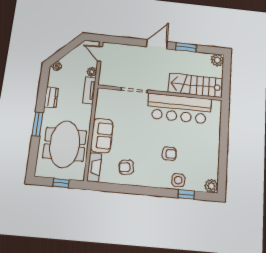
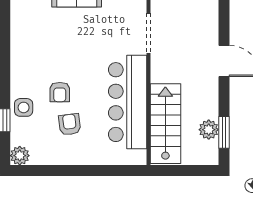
window: (186, 47) -> (224, 132), moved
plant: (217, 60) -> (209, 130), moved
armchair: (126, 167) -> (70, 124), moved

